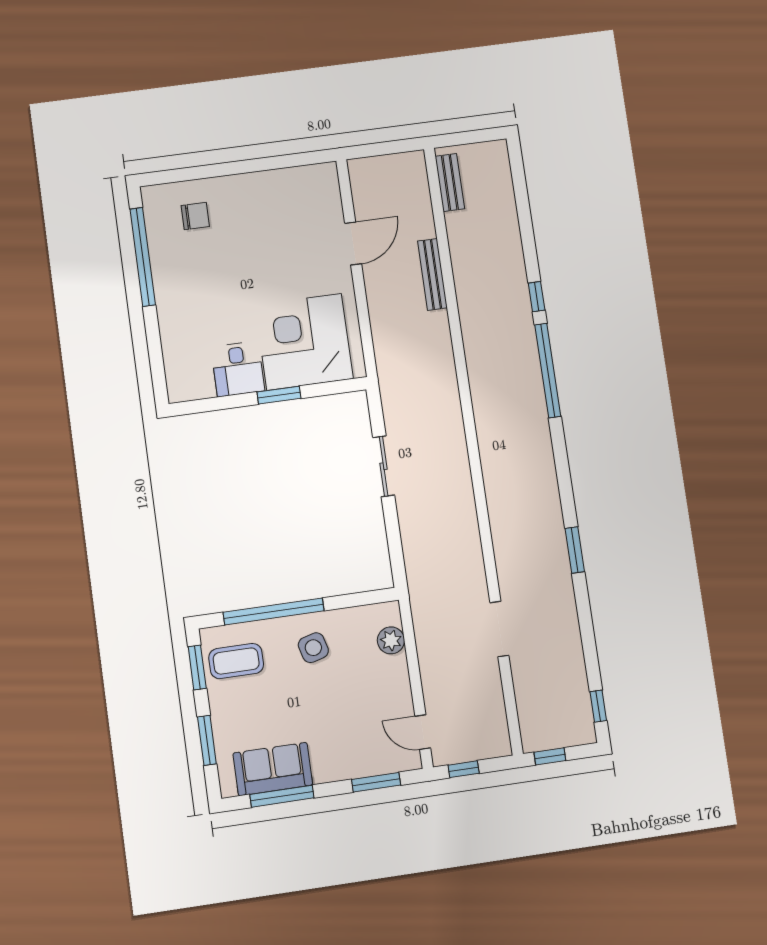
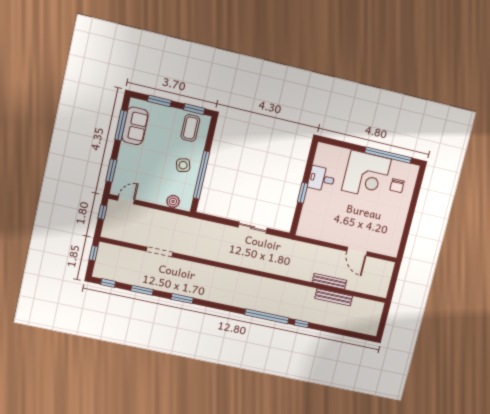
bench: (450, 183) -> (334, 297), moved, width x1.36
corner desk: (304, 342) -> (366, 175), moved, turned 90
window: (274, 611) -> (201, 175), moved
window: (587, 635) -> (142, 290), added

